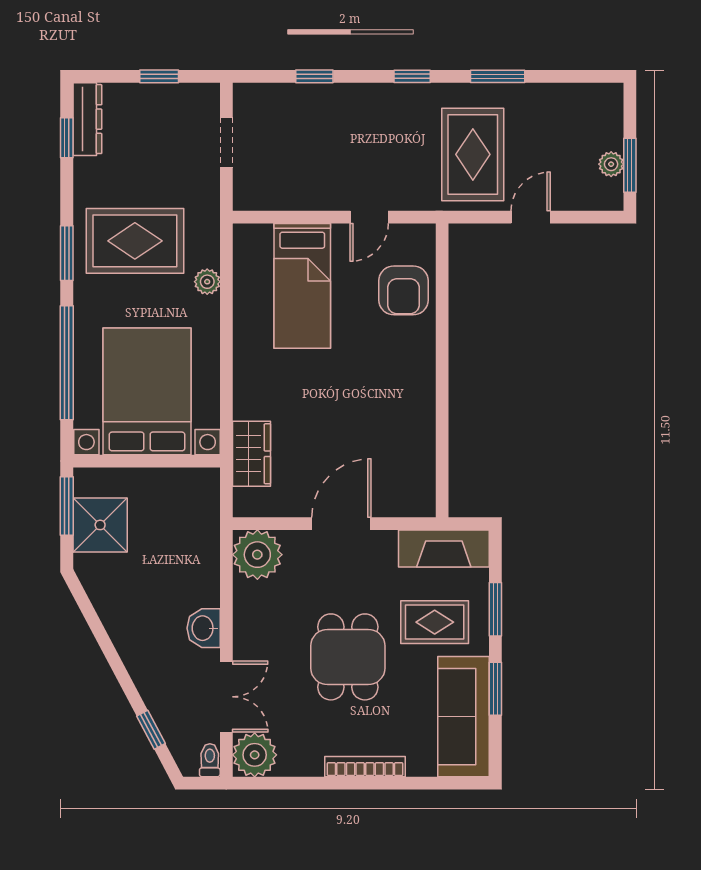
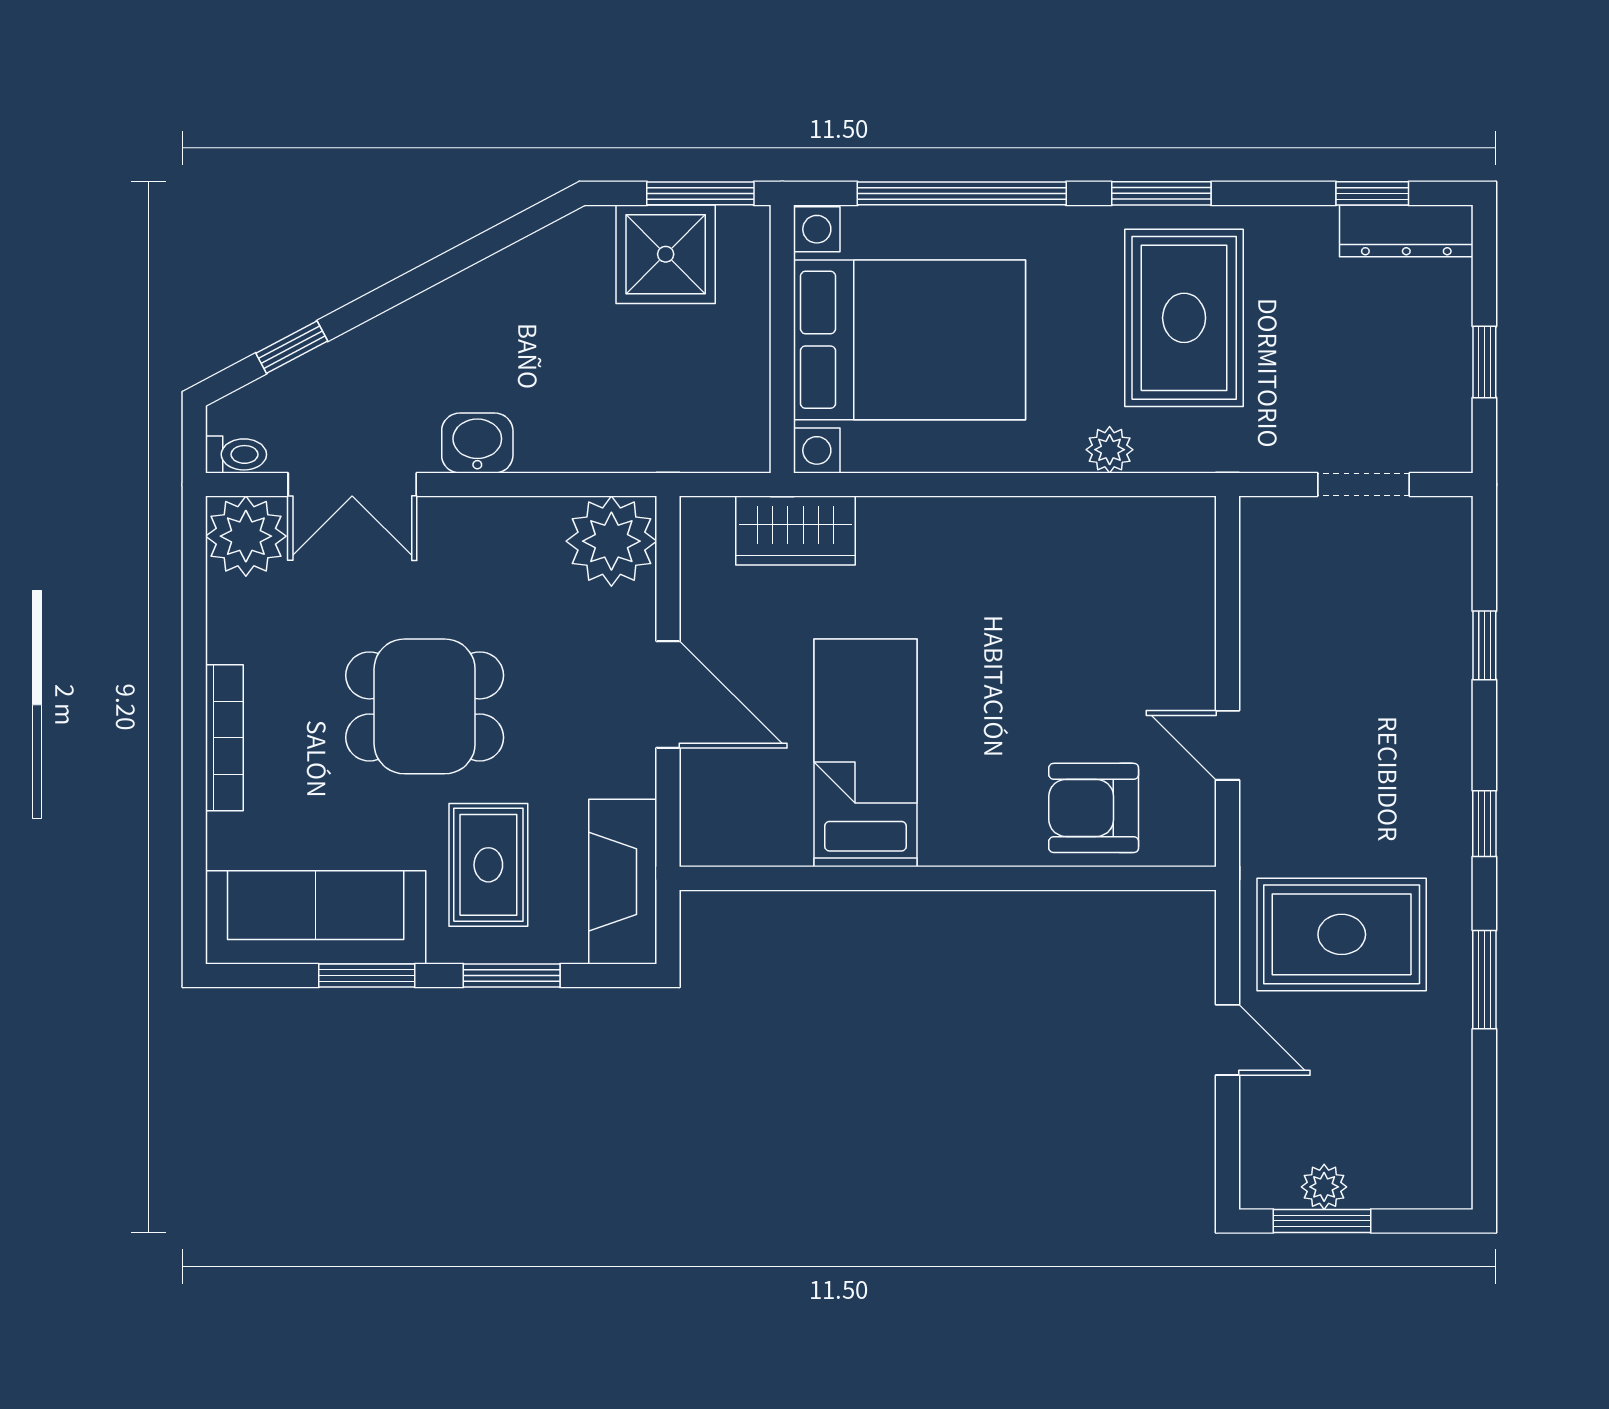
bed: (302, 286) -> (865, 753), moved, turned 90

